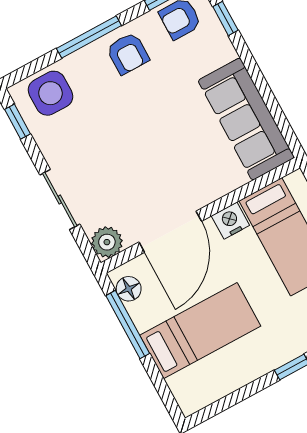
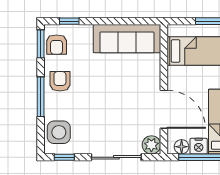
armchair: (128, 53) -> (60, 81), turned -90
sliding door: (60, 200) -> (116, 157), width x1.37
nightstand: (230, 221) -> (199, 146), moved, turned -90

